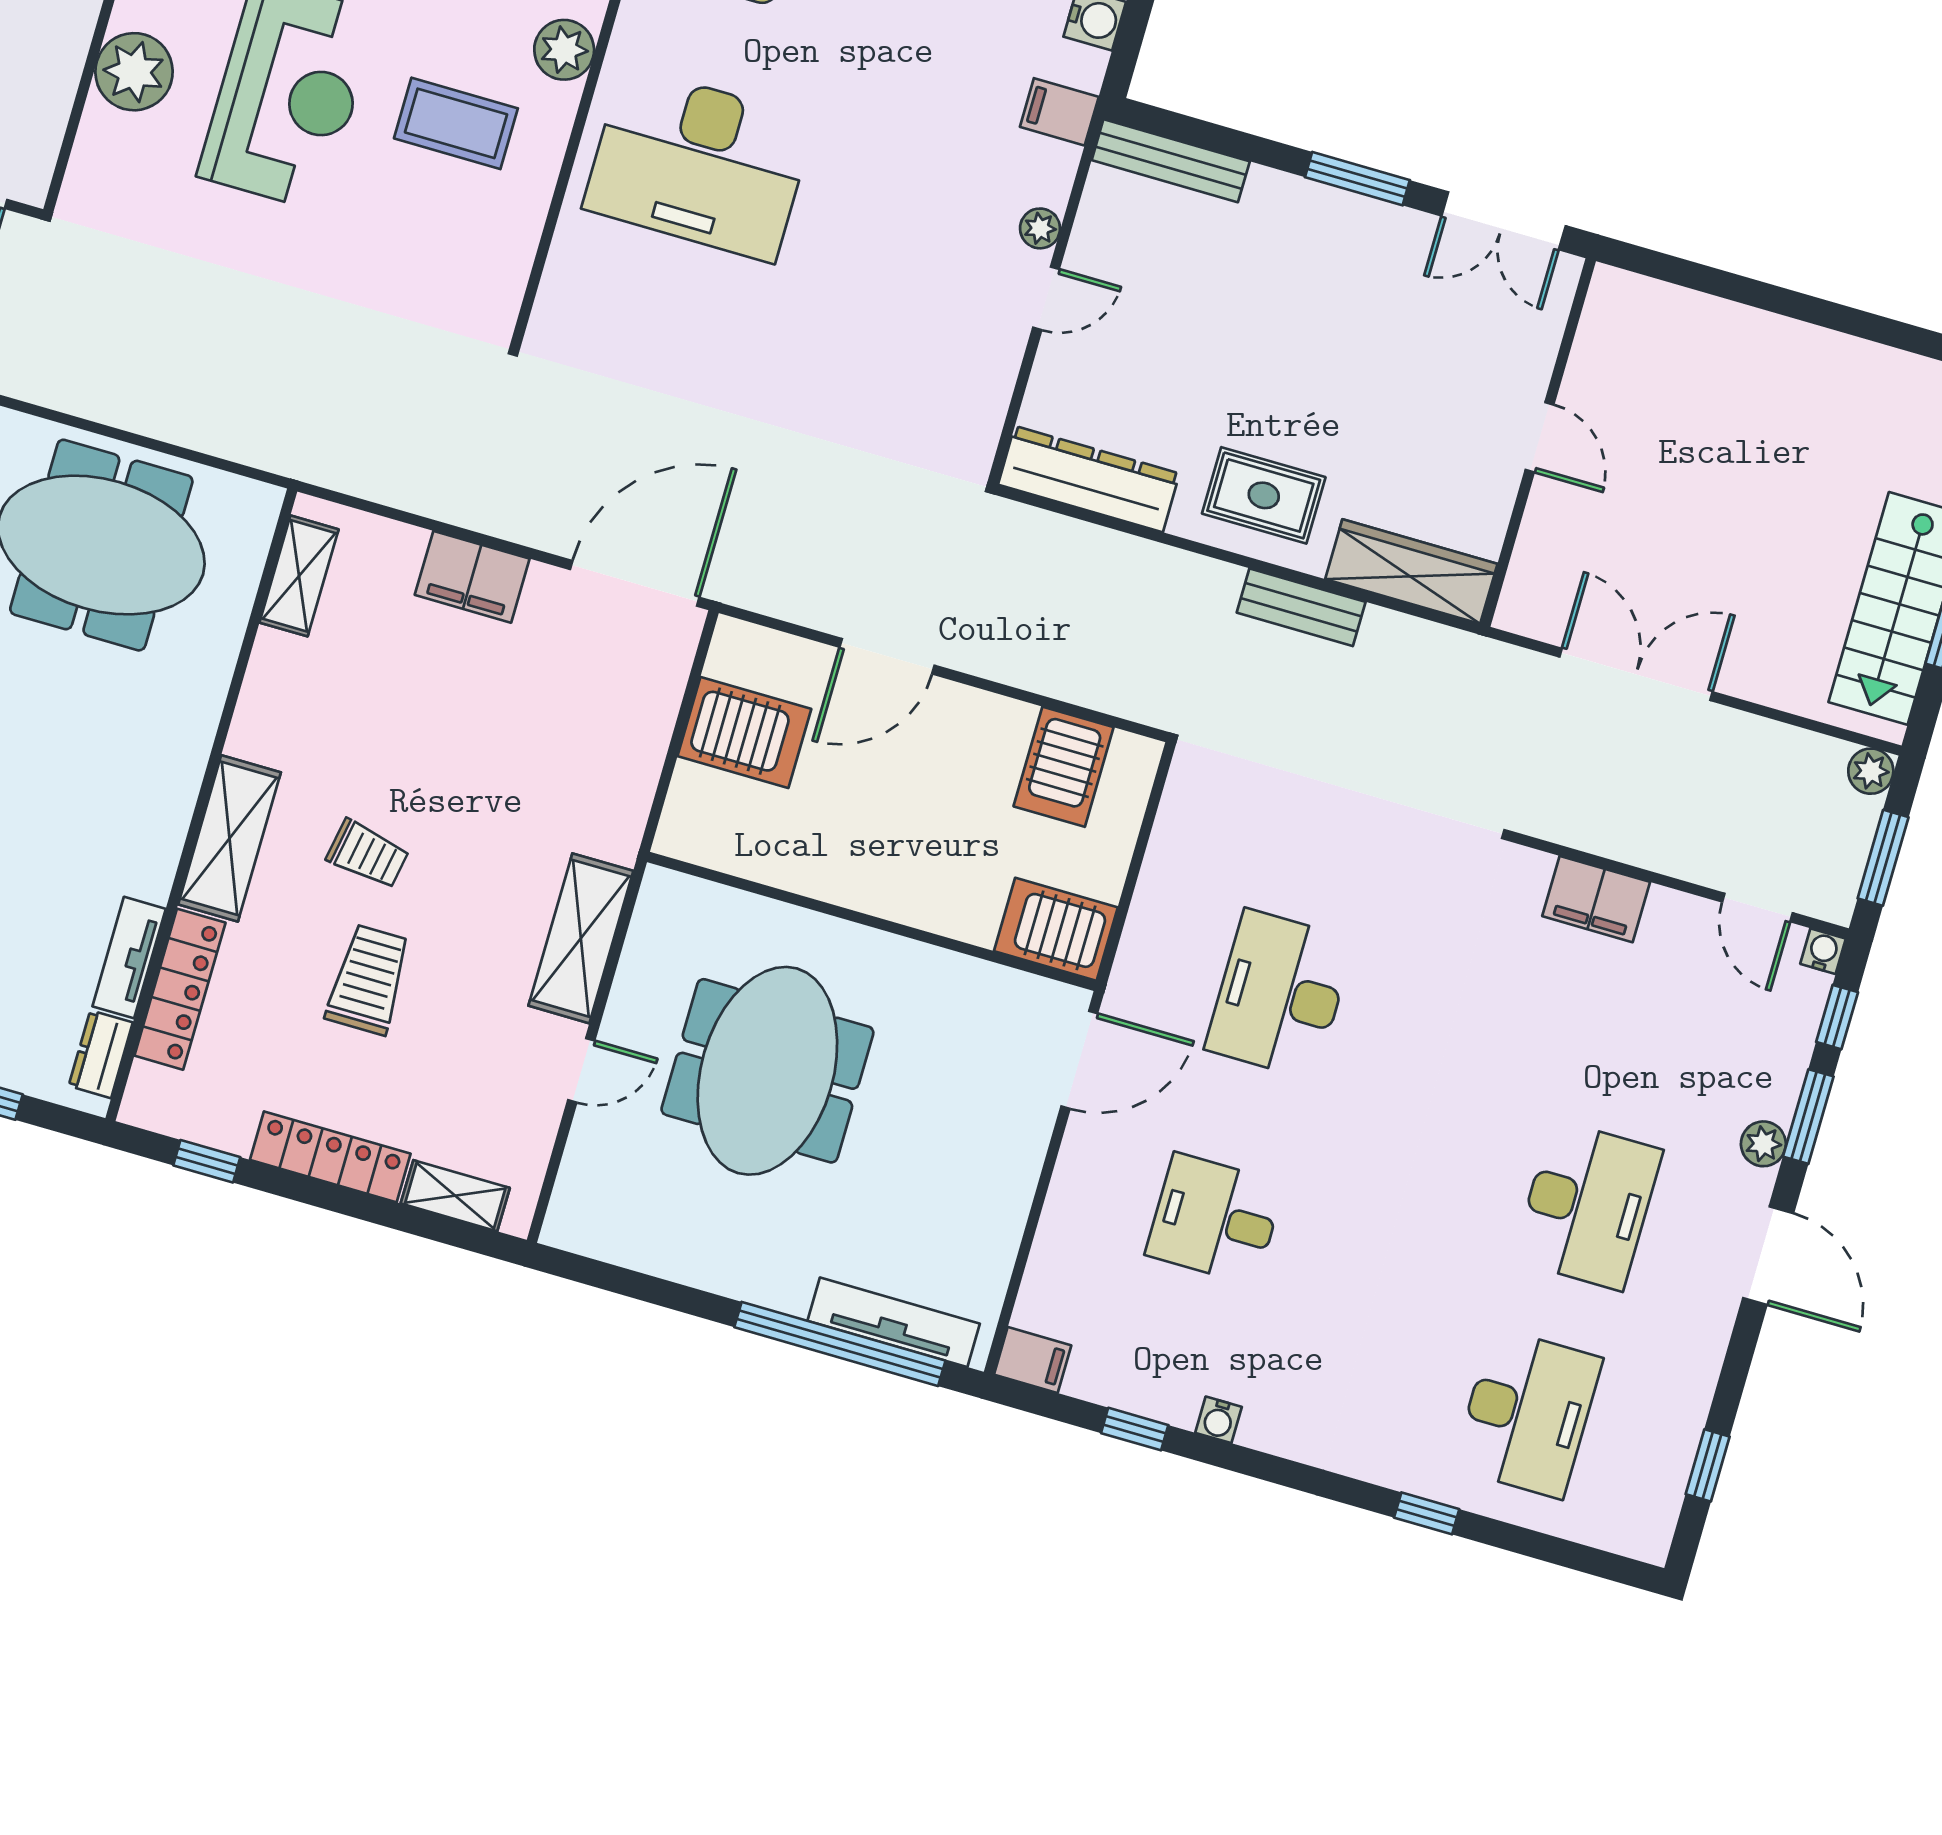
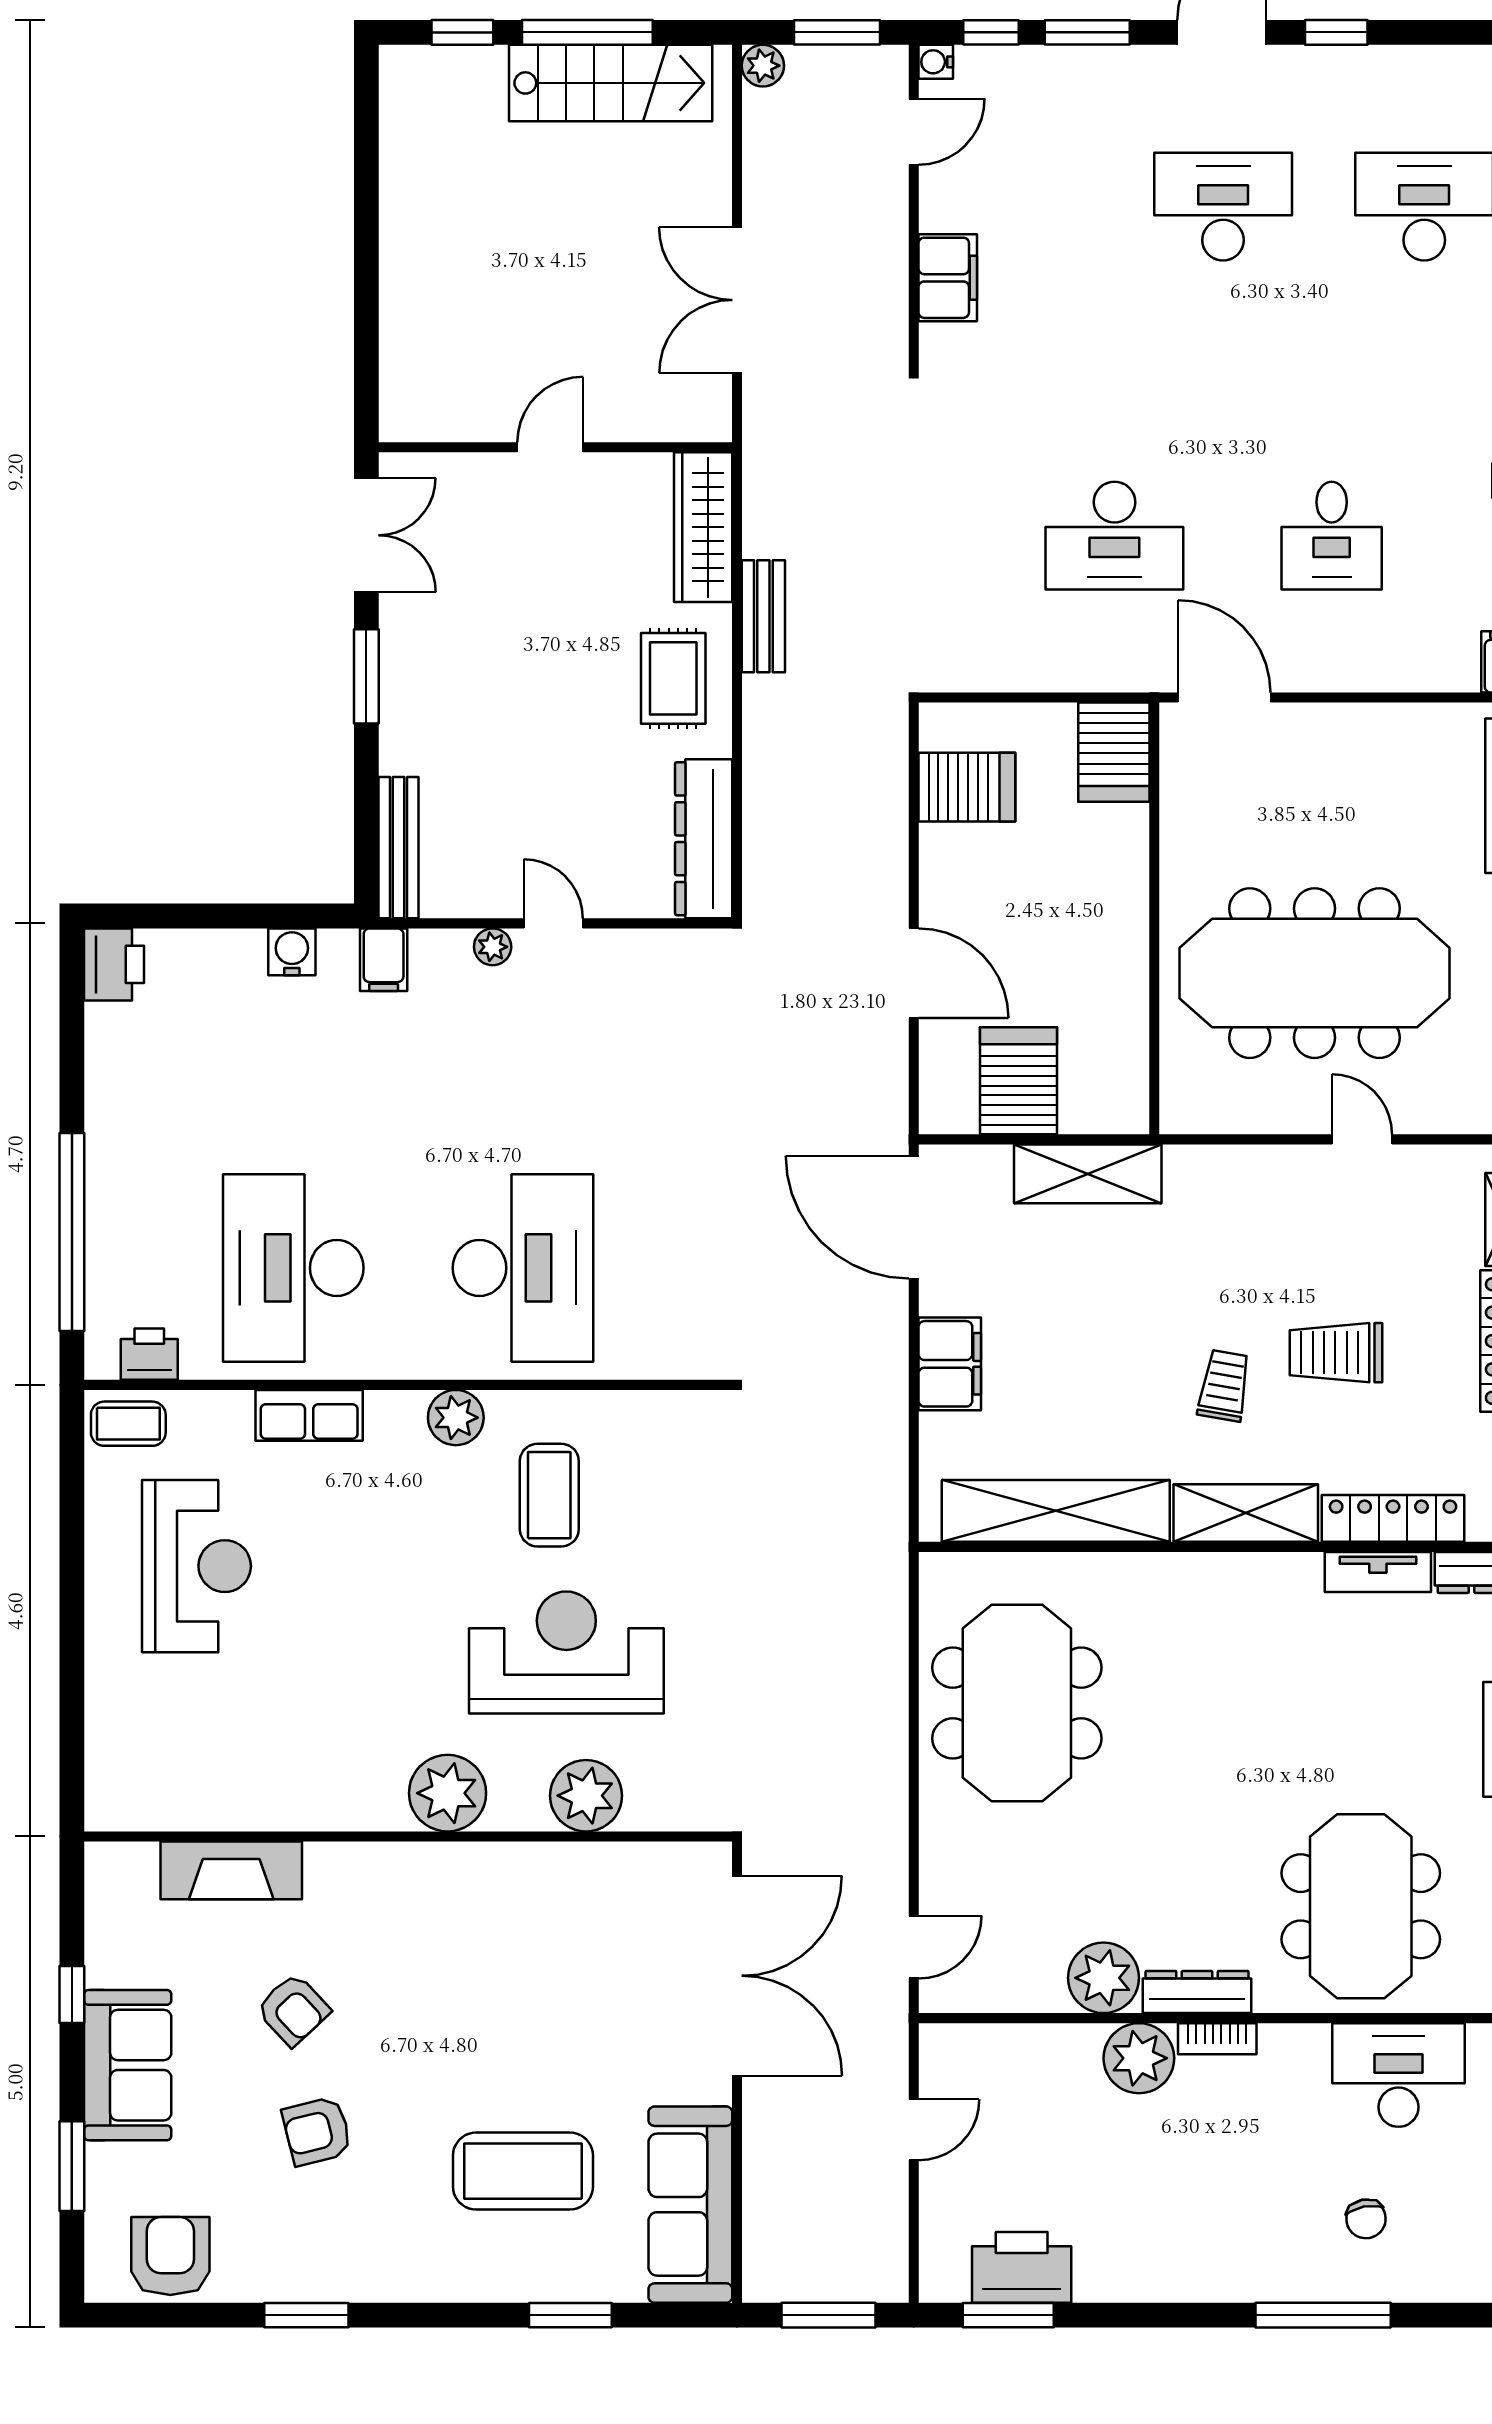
shelving: (299, 576) -> (1056, 1511), width x2.20, depth x1.33
shelving: (581, 938) -> (1088, 1174), moved
meeting table: (767, 1071) -> (1315, 973), width x1.36
plant: (1763, 1144) -> (1123, 65), removed
window: (1708, 1465) -> (1336, 32), moved

